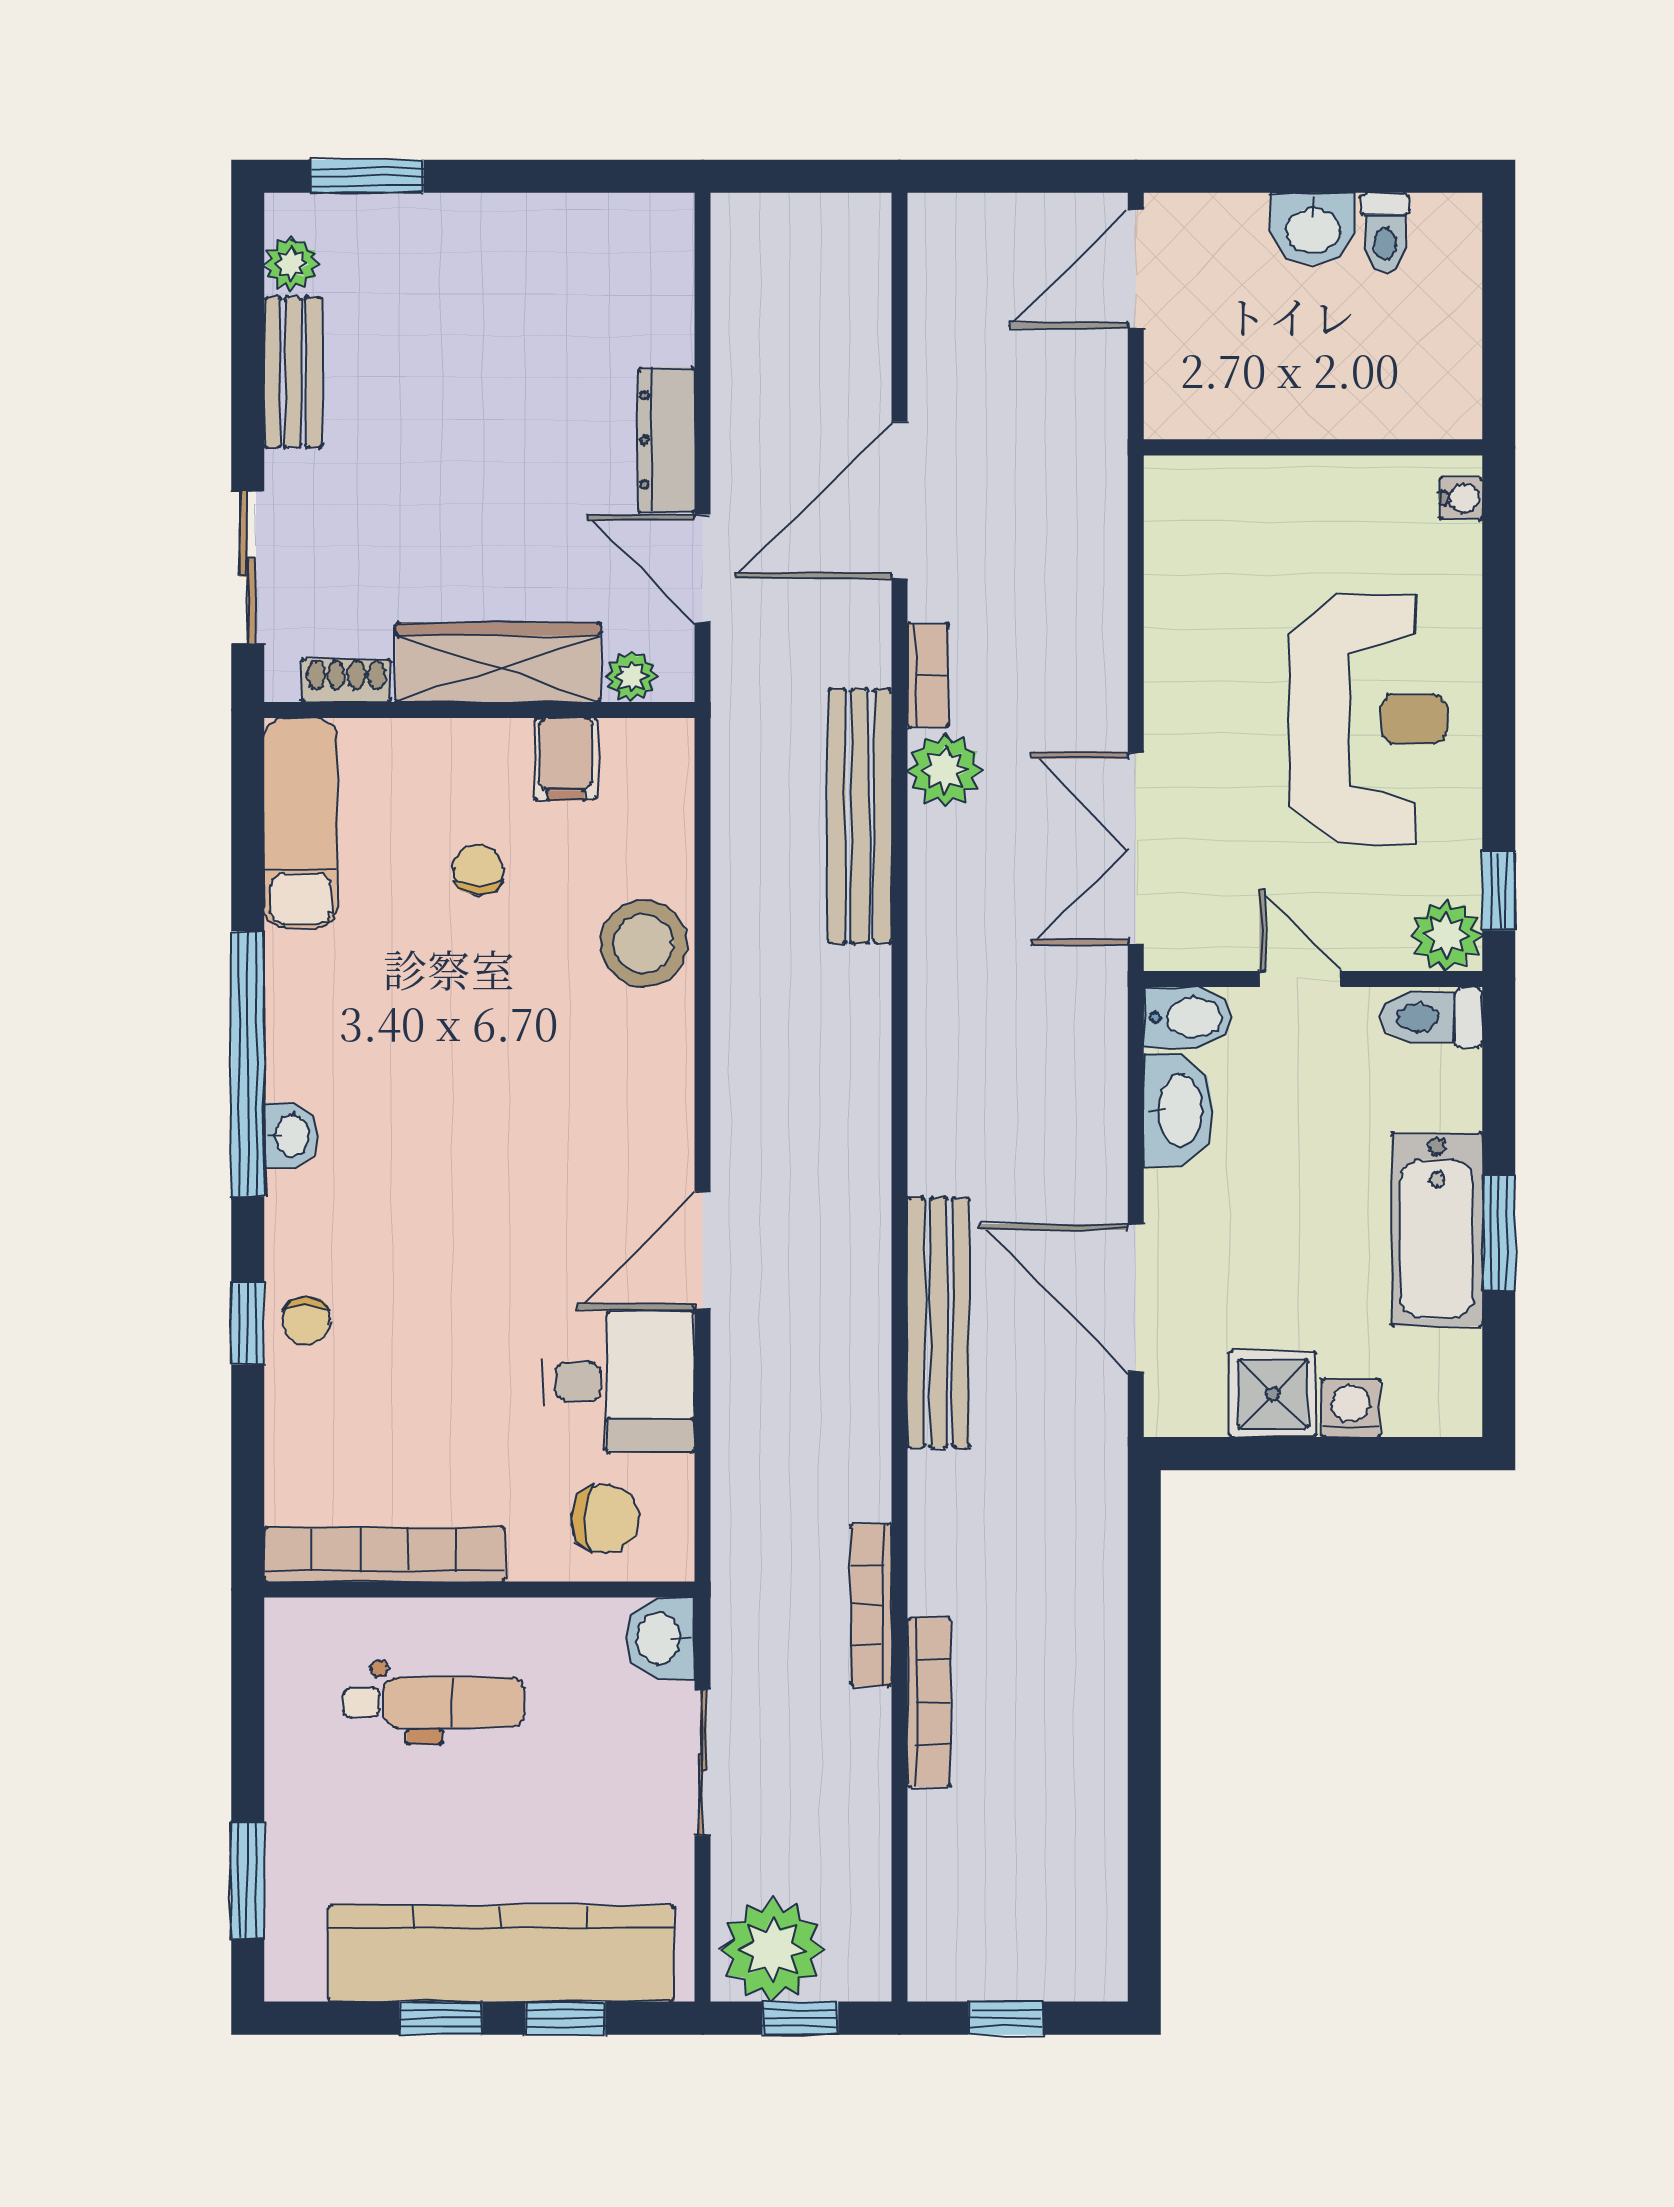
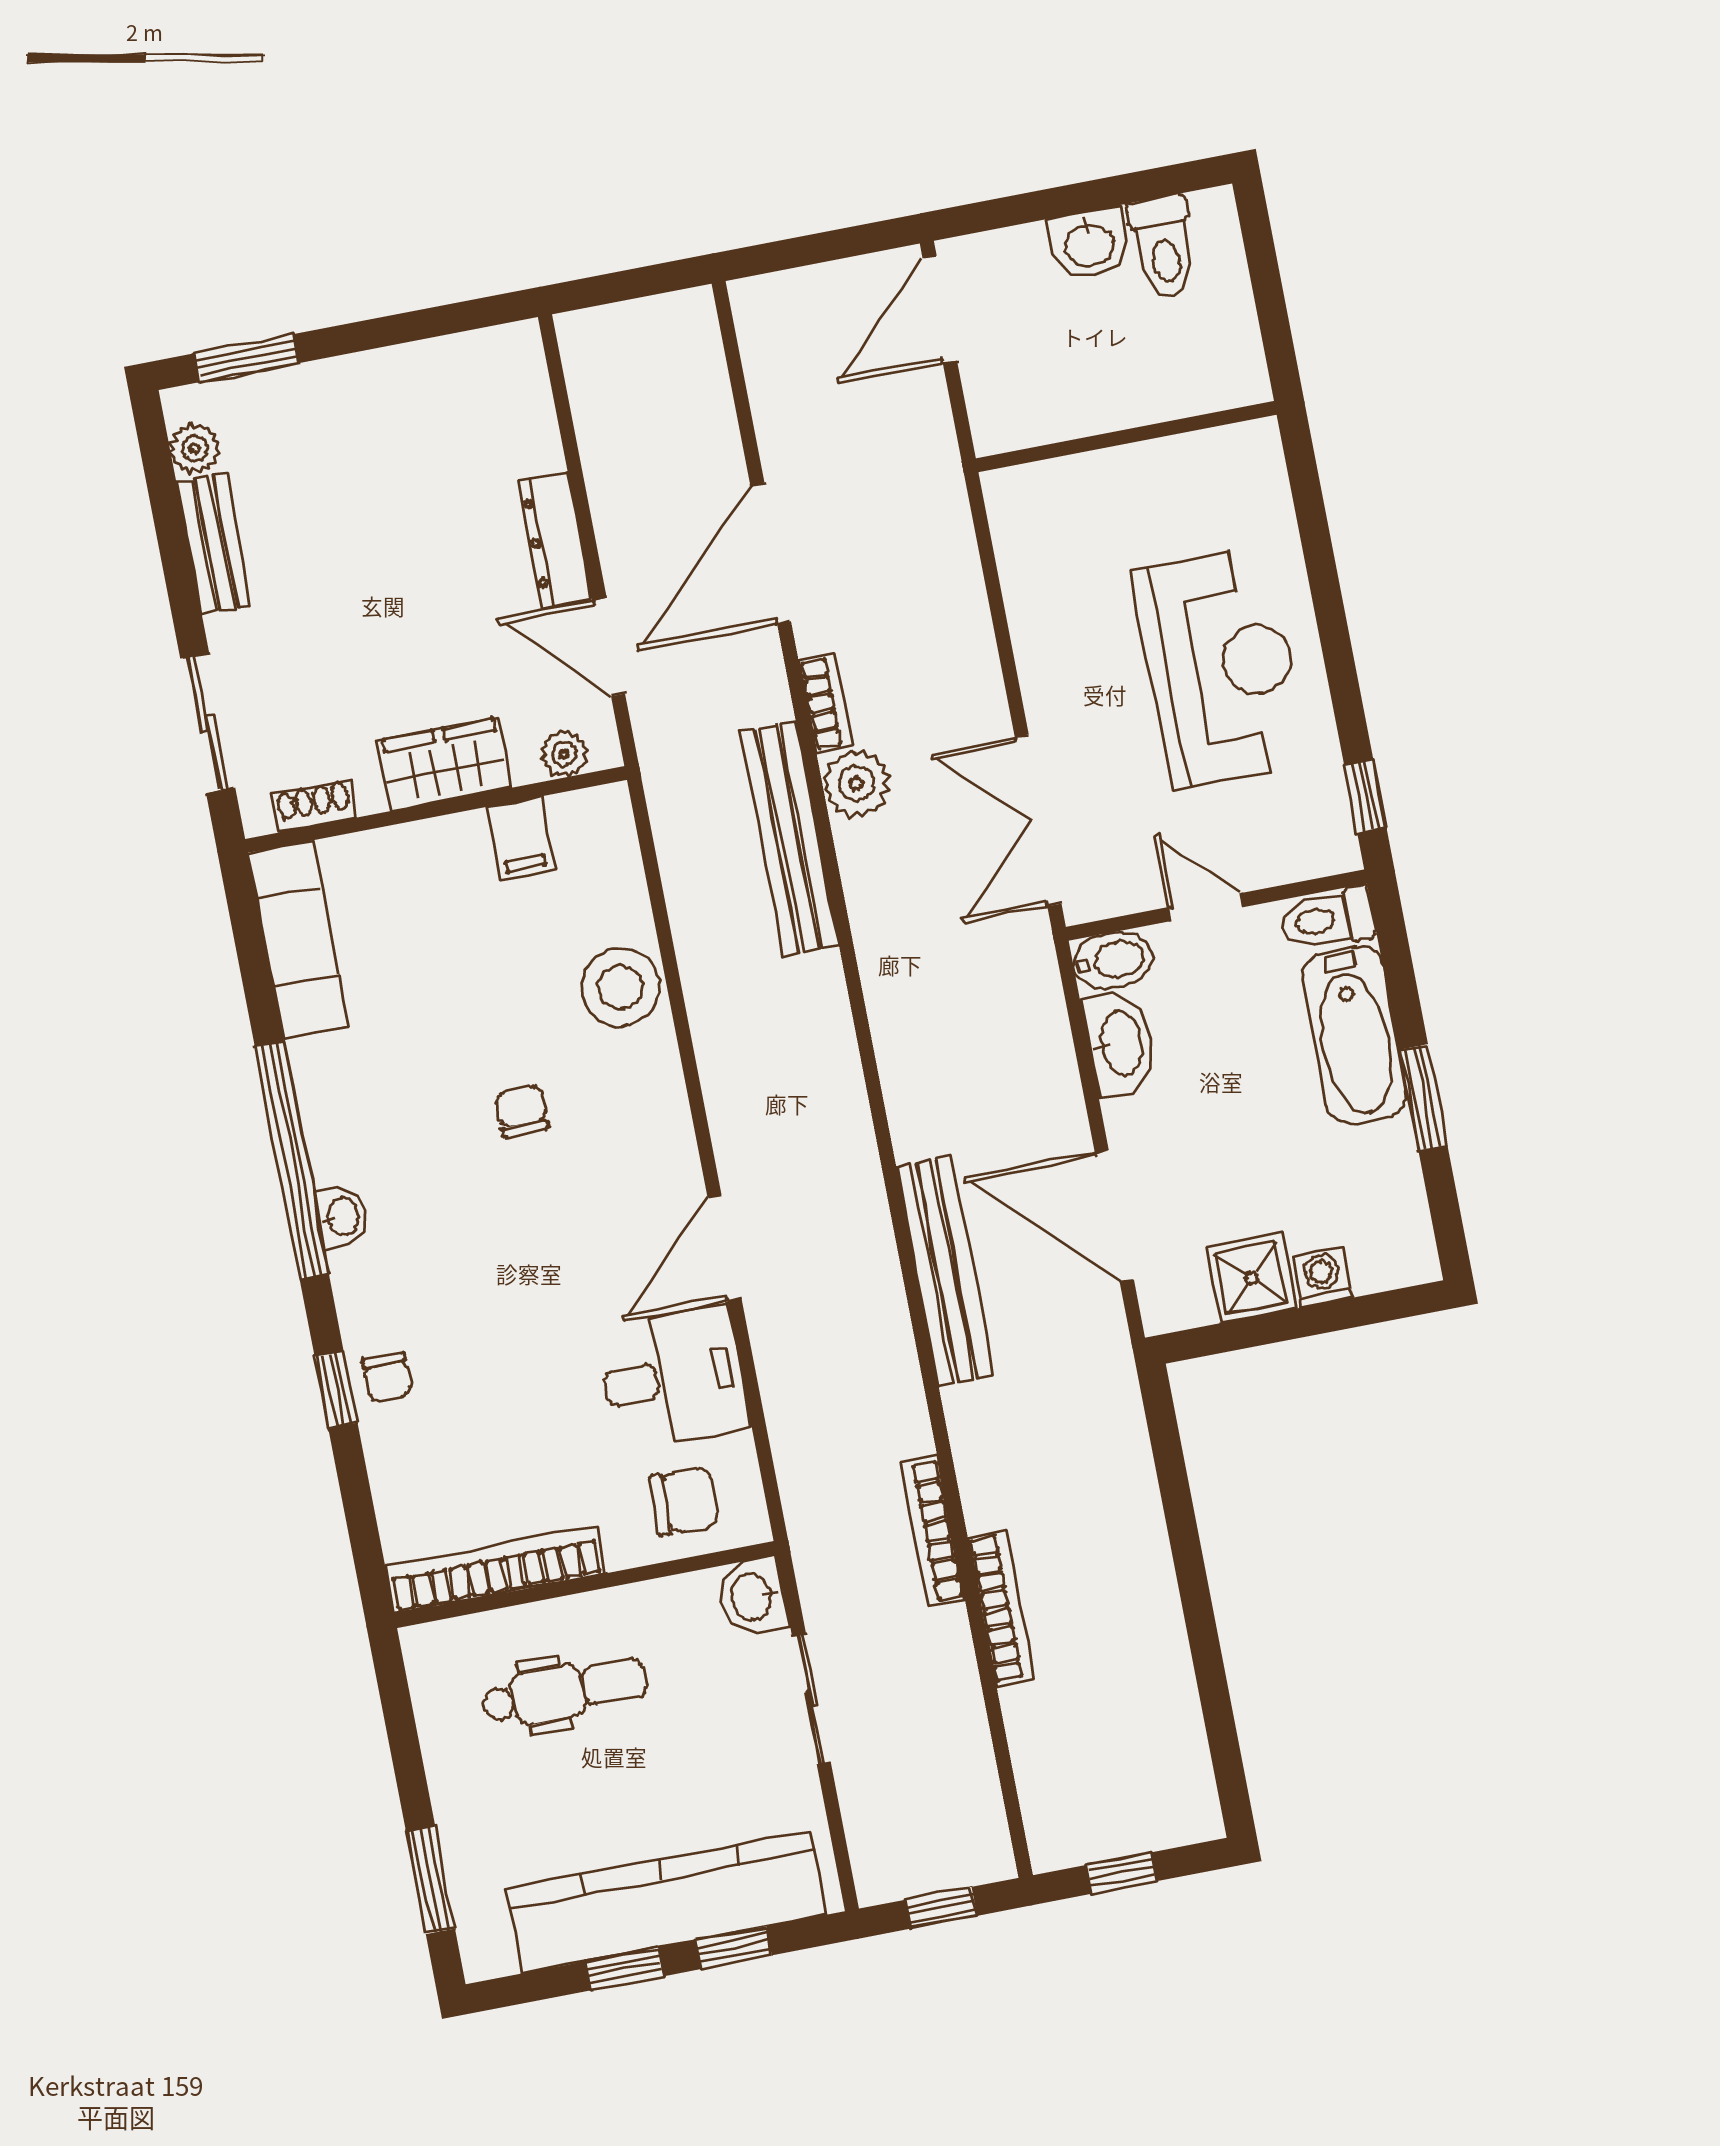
toilet: (1385, 232) -> (1164, 247), width x1.37, depth x1.39
water cooler: (1461, 498) -> (1265, 456), removed
wardrobe: (498, 663) -> (444, 764), width x0.67
chair: (478, 870) -> (522, 1111), moved
plant: (1447, 935) -> (1327, 844), removed
bathtub: (1437, 1229) -> (1355, 1035), moved
plant: (772, 1950) -> (905, 1852), removed

